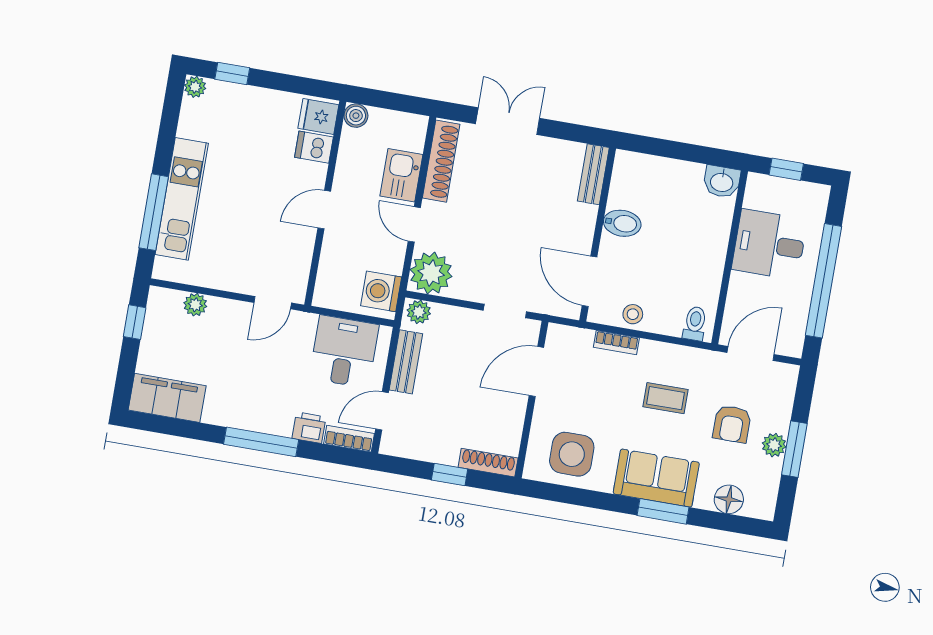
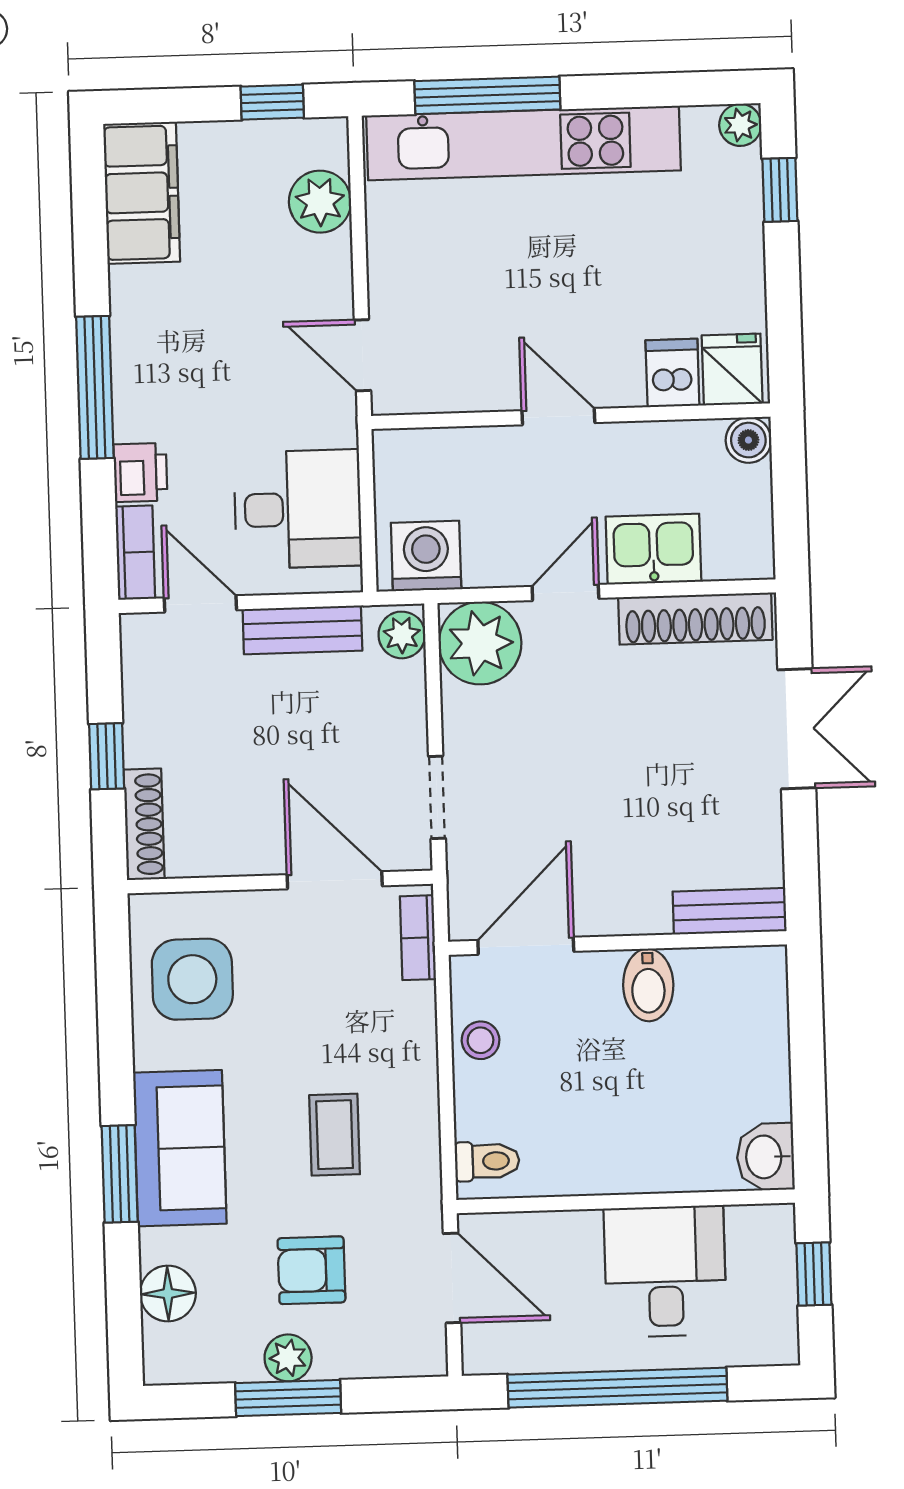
kitchen unit: (182, 199) -> (523, 143), width x1.36
plant: (195, 305) -> (320, 202), width x1.38, depth x1.38
bookcase: (616, 343) -> (418, 938), moved

